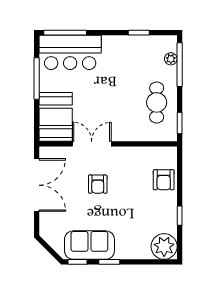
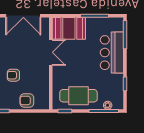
bar counter: (70, 52) -> (112, 53), moved
cafe table: (157, 102) -> (78, 96), width x1.37, depth x1.35
armchair: (98, 184) -> (13, 75), moved

